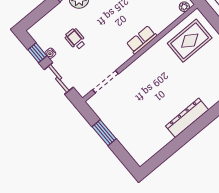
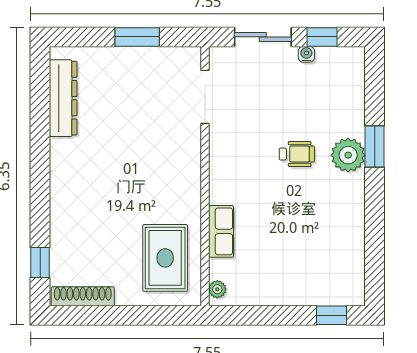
wheelchair: (75, 39) -> (297, 154), moved
row of seats: (142, 40) -> (221, 231), moved
dresser: (187, 118) -> (63, 98), moved

